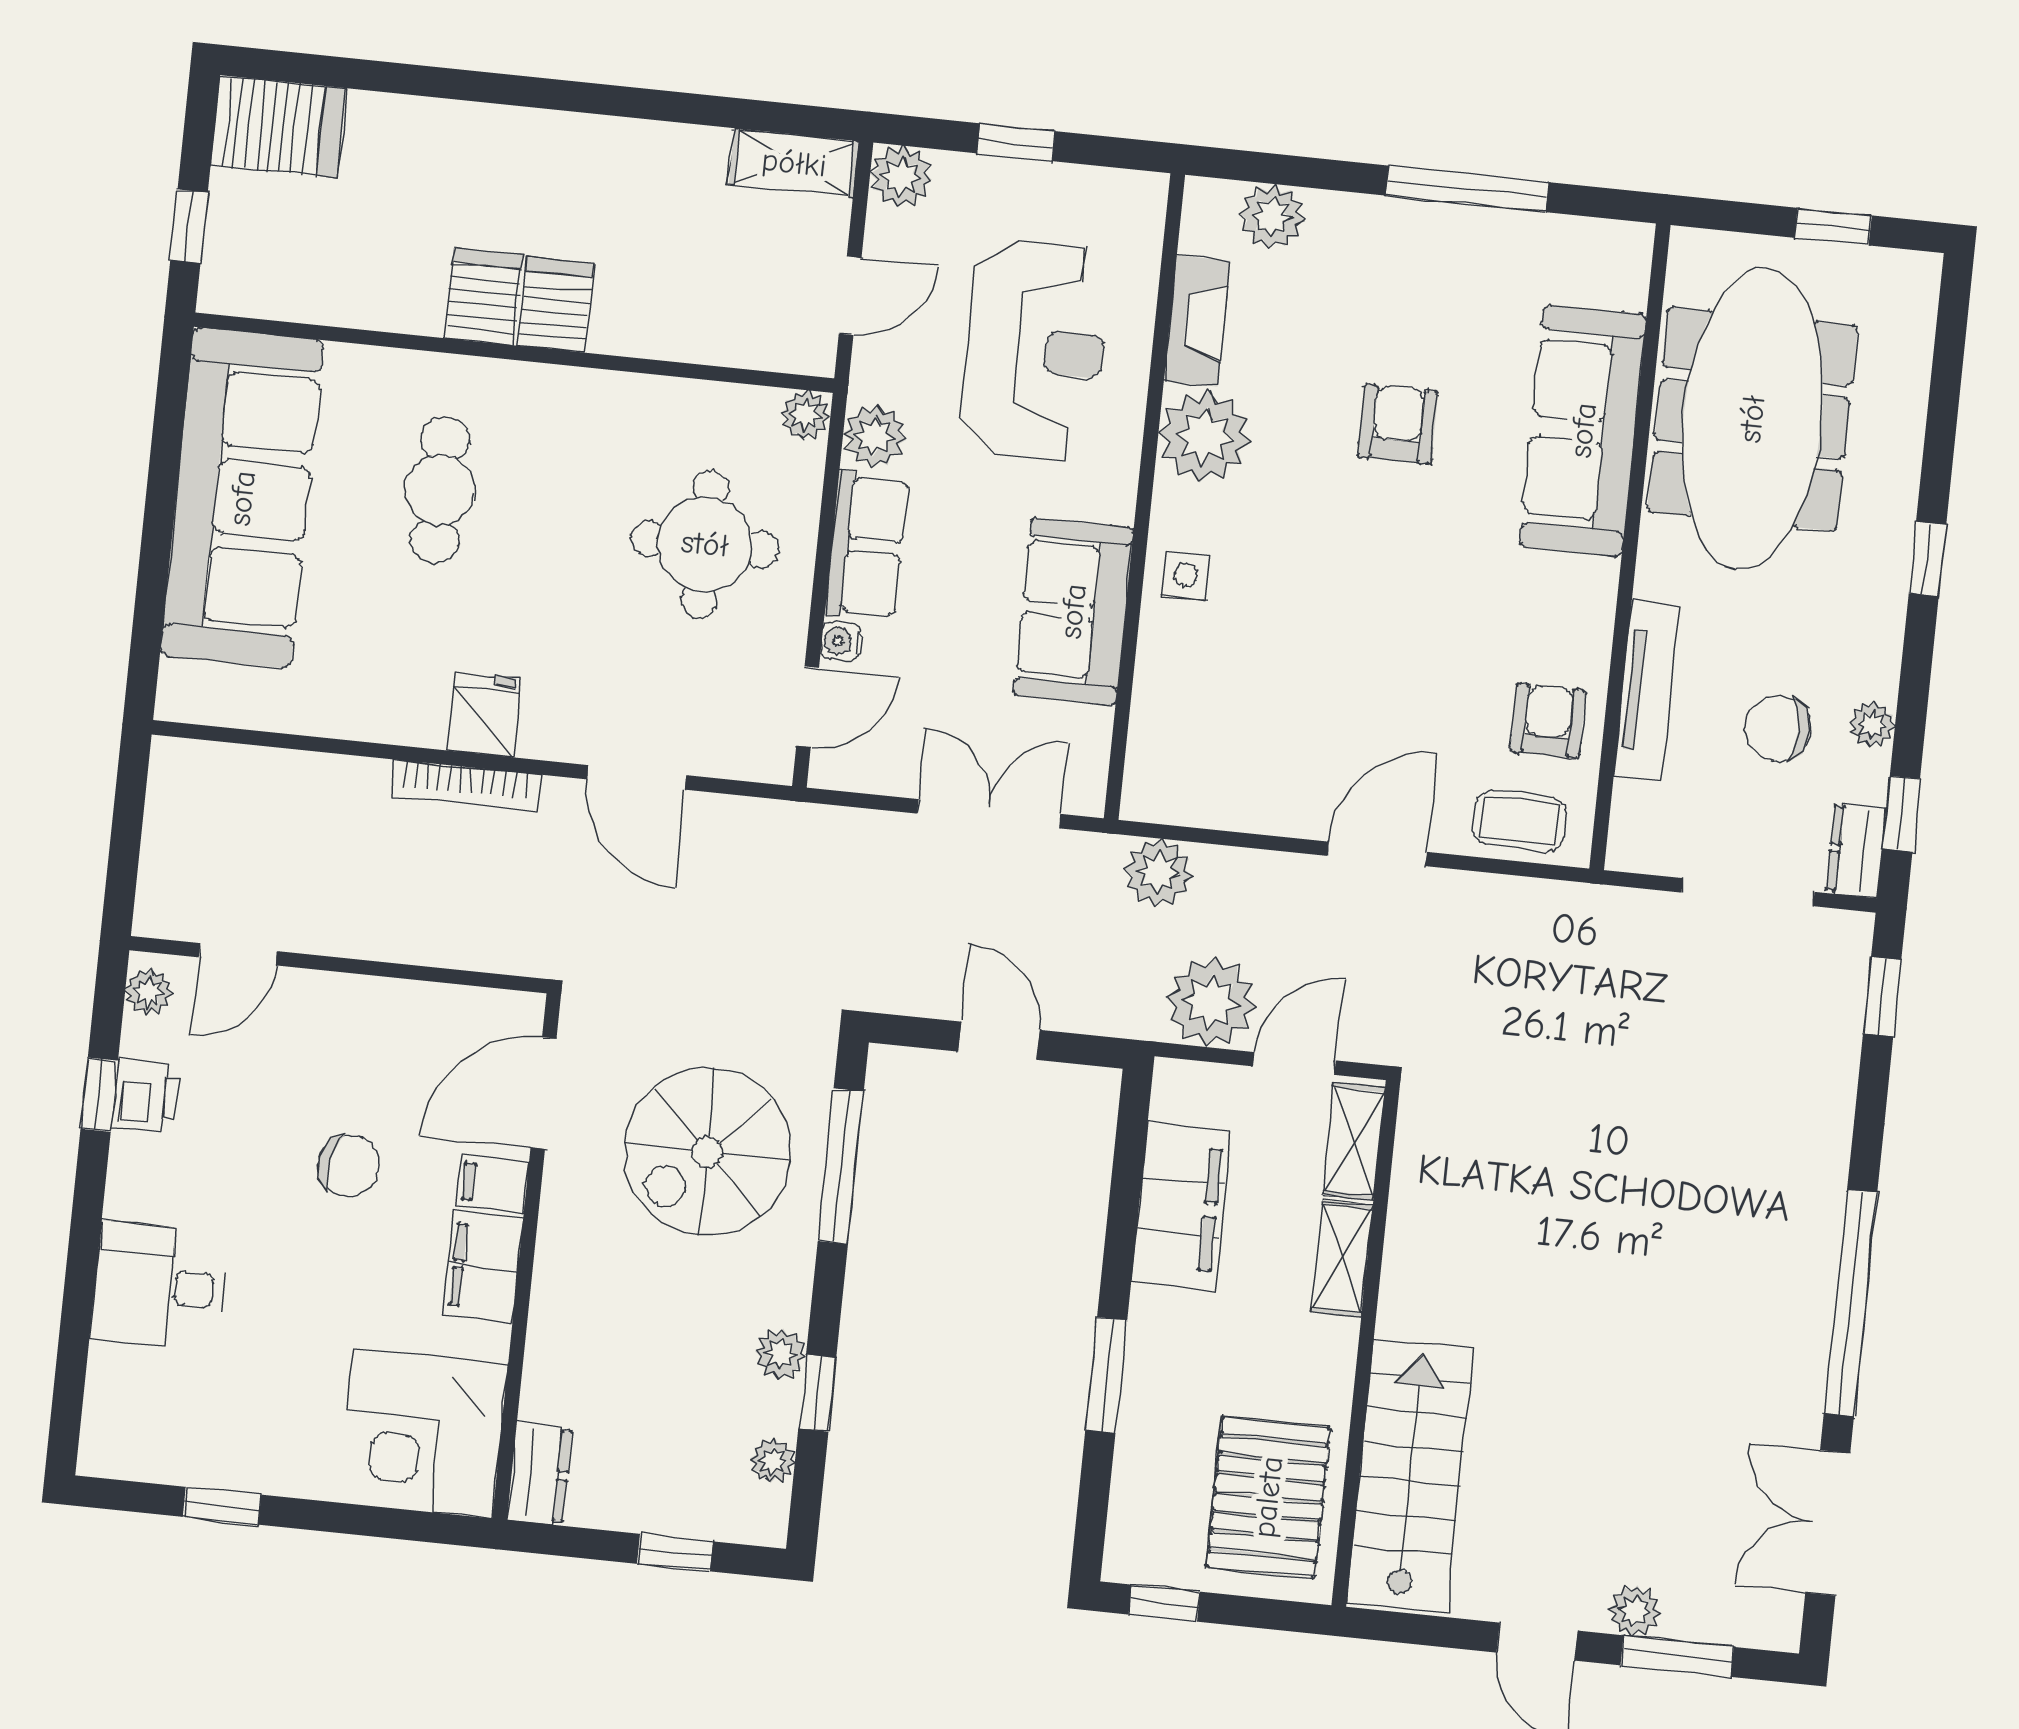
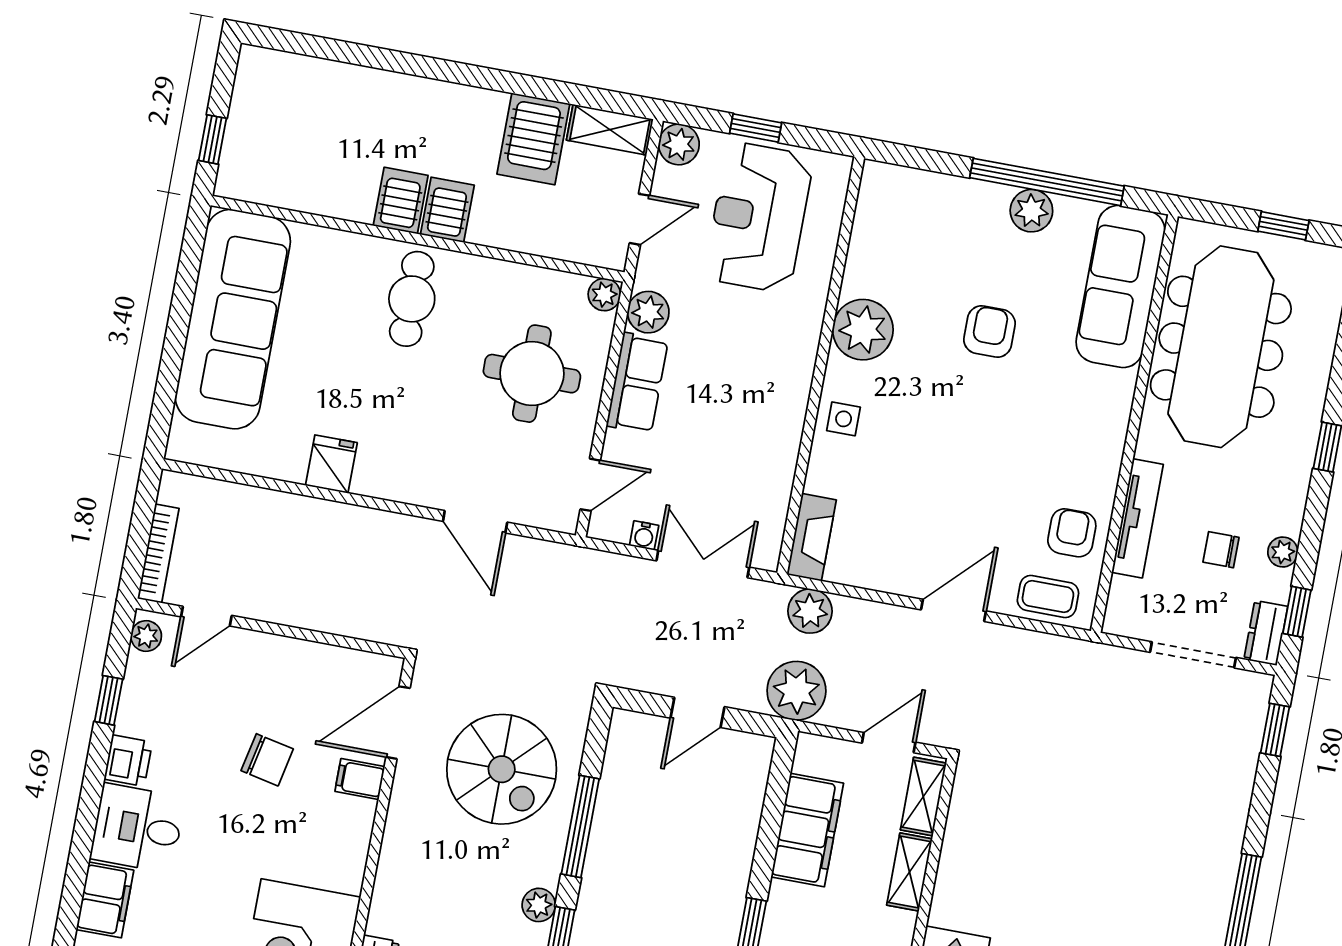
server rack: (278, 127) -> (533, 139), moved, turned 90
window: (1467, 189) -> (1047, 182), width x1.46
plant: (1272, 216) -> (1031, 211), moved
fireplace: (1197, 321) -> (812, 537), moved
reception desk: (1034, 351) -> (759, 217), moved, turned 180
sofa: (1583, 430) -> (1121, 287), moved
cafe table: (440, 490) -> (412, 299), moved
sofa: (1073, 611) -> (768, 437), removed
water cooler: (841, 641) -> (644, 535), moved, turned -90
fridge: (485, 715) -> (331, 464), moved
chair: (1778, 728) -> (1221, 550), width x0.73, depth x0.73
bookcase: (465, 786) -> (158, 553), moved, turned -90
plant: (1211, 1002) -> (796, 691), moved
door: (999, 1041) -> (697, 712), swing flipped
printer: (146, 1096) -> (128, 761), moved
spiral stairs: (707, 1152) -> (502, 769), turned -90
window: (841, 1166) -> (580, 826), moved
filing cabinet: (483, 1267) -> (105, 900), moved, turned 180

